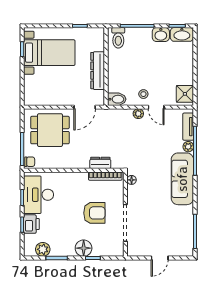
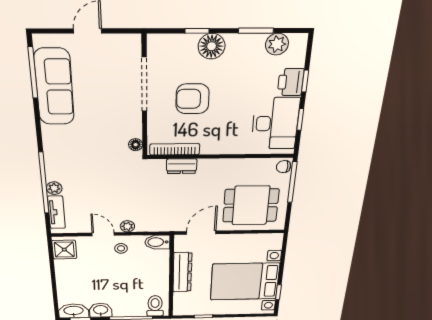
bed with nightstands: (49, 53) -> (245, 282), width x1.36
sofa: (182, 179) -> (54, 87), moved

